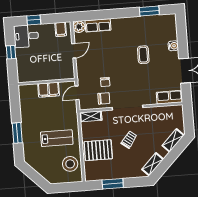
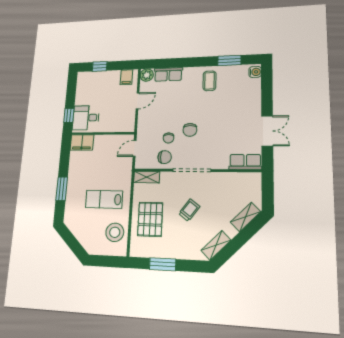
desk: (26, 36) -> (86, 118), moved
water cooler: (173, 46) -> (255, 72), moved
window: (11, 52) -> (69, 116), moved
coffee table: (143, 55) -> (210, 81), moved
chair: (122, 74) -> (190, 130), added
filing cabinet: (49, 90) -> (82, 143), moved
lab bench: (57, 138) -> (104, 199), turned 180
pallet: (98, 150) -> (150, 219), turned 90

